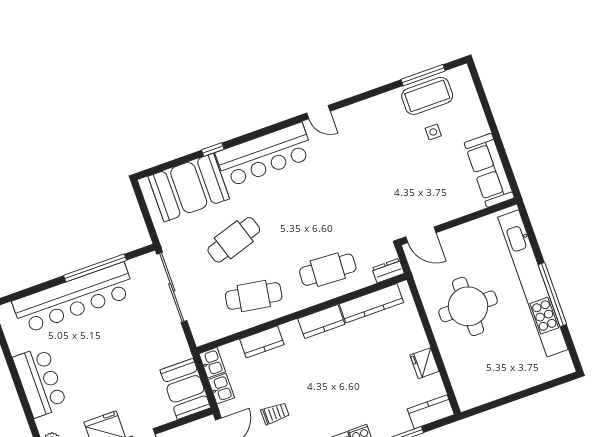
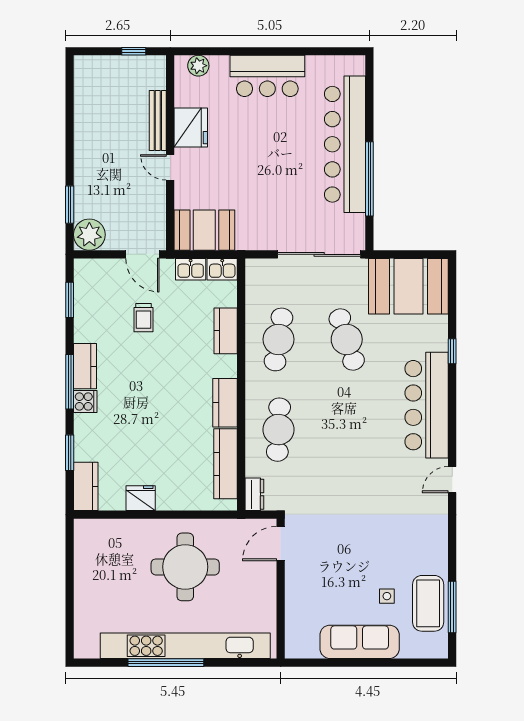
sofa: (489, 170) -> (360, 642), moved
booth: (189, 188) -> (408, 286), moved, turned 90

